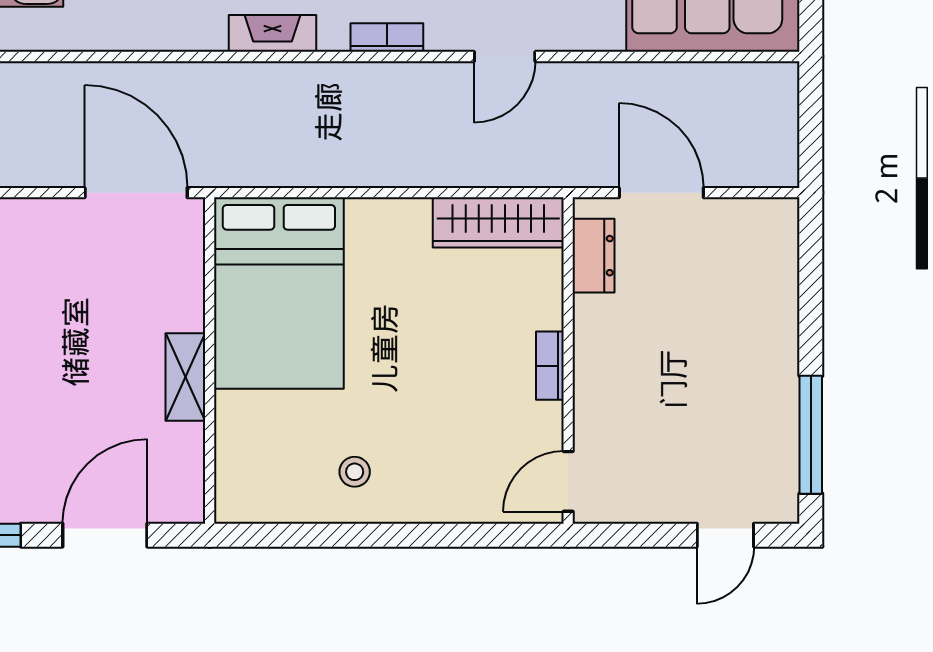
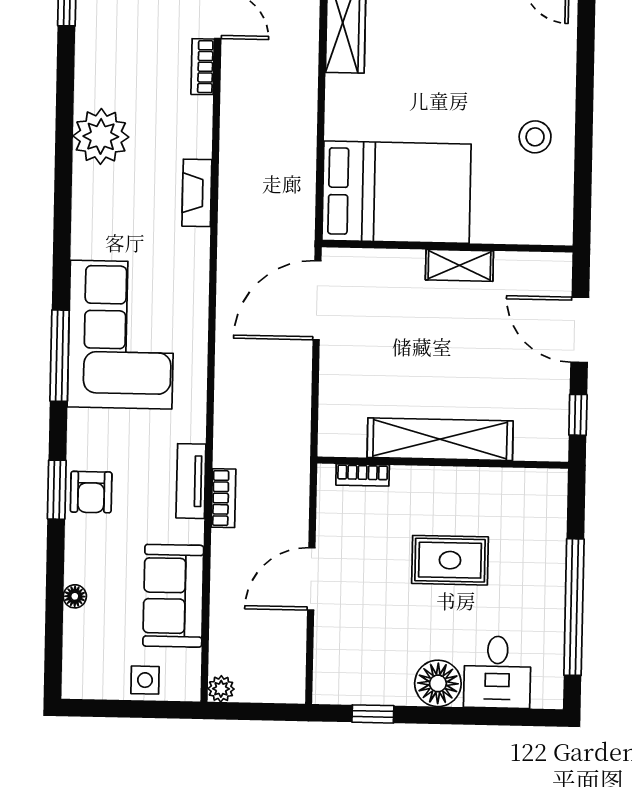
bookcase: (387, 38) -> (203, 67), moved
stool: (355, 472) -> (535, 137), width x1.37, depth x1.37

